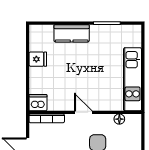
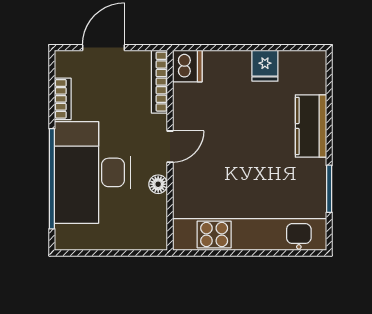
kitchen unit: (132, 79) -> (250, 234), width x1.36
floor lamp: (119, 119) -> (158, 184), moved

